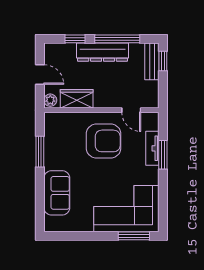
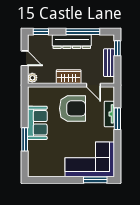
window: (75, 39) -> (41, 32), moved
bench: (152, 61) -> (109, 63), moved
wardrobe: (77, 99) -> (69, 77), moved
window: (40, 152) -> (25, 139), moved
sofa: (57, 193) -> (37, 123), moved

